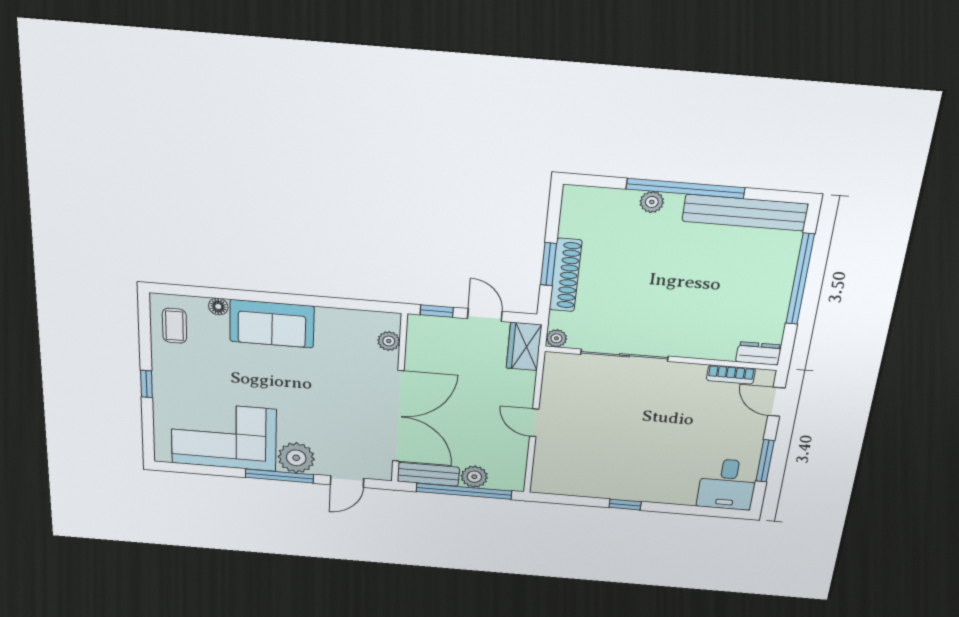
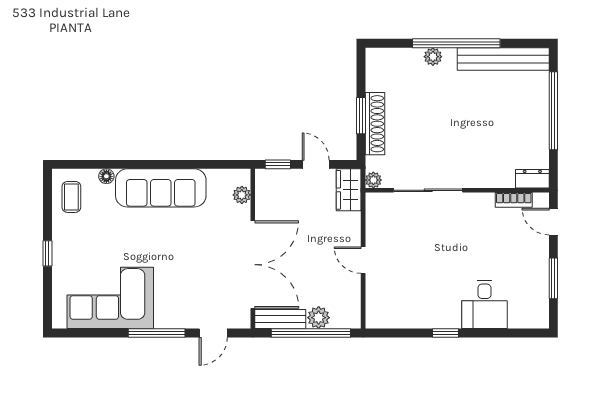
sofa: (272, 324) -> (161, 188), width x1.36
plant: (296, 458) -> (170, 313), removed
desk: (727, 484) -> (484, 304), moved

